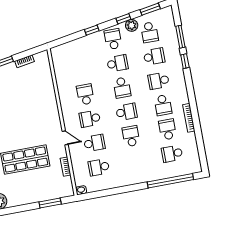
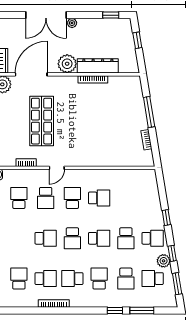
school desk: (122, 88) -> (99, 238), turned 180

